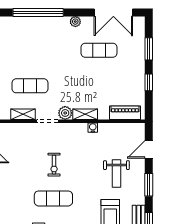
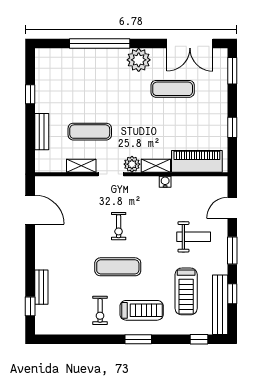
plant: (75, 22) -> (139, 60), width x1.88, depth x1.88
window: (149, 49) -> (232, 71), moved
piano: (125, 113) -> (197, 161), width x1.37, depth x1.33
weight bench: (116, 173) -> (194, 237), turned -90

